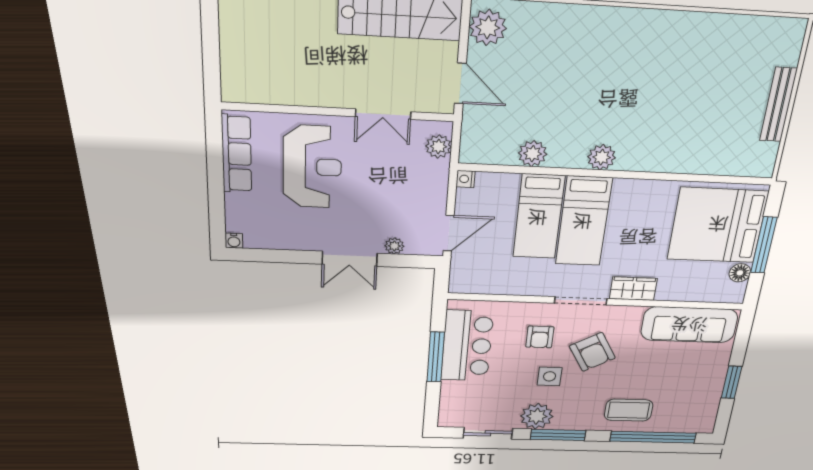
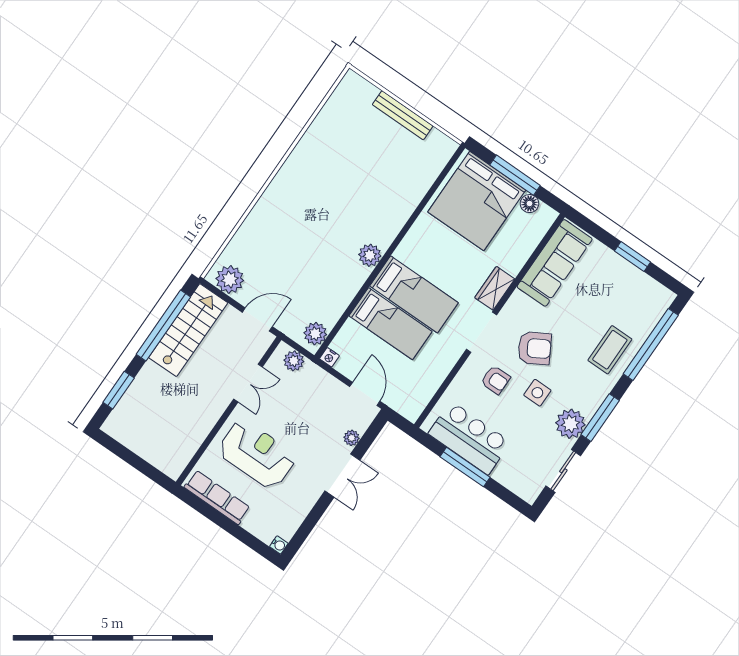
plant: (533, 154) -> (315, 334), moved

